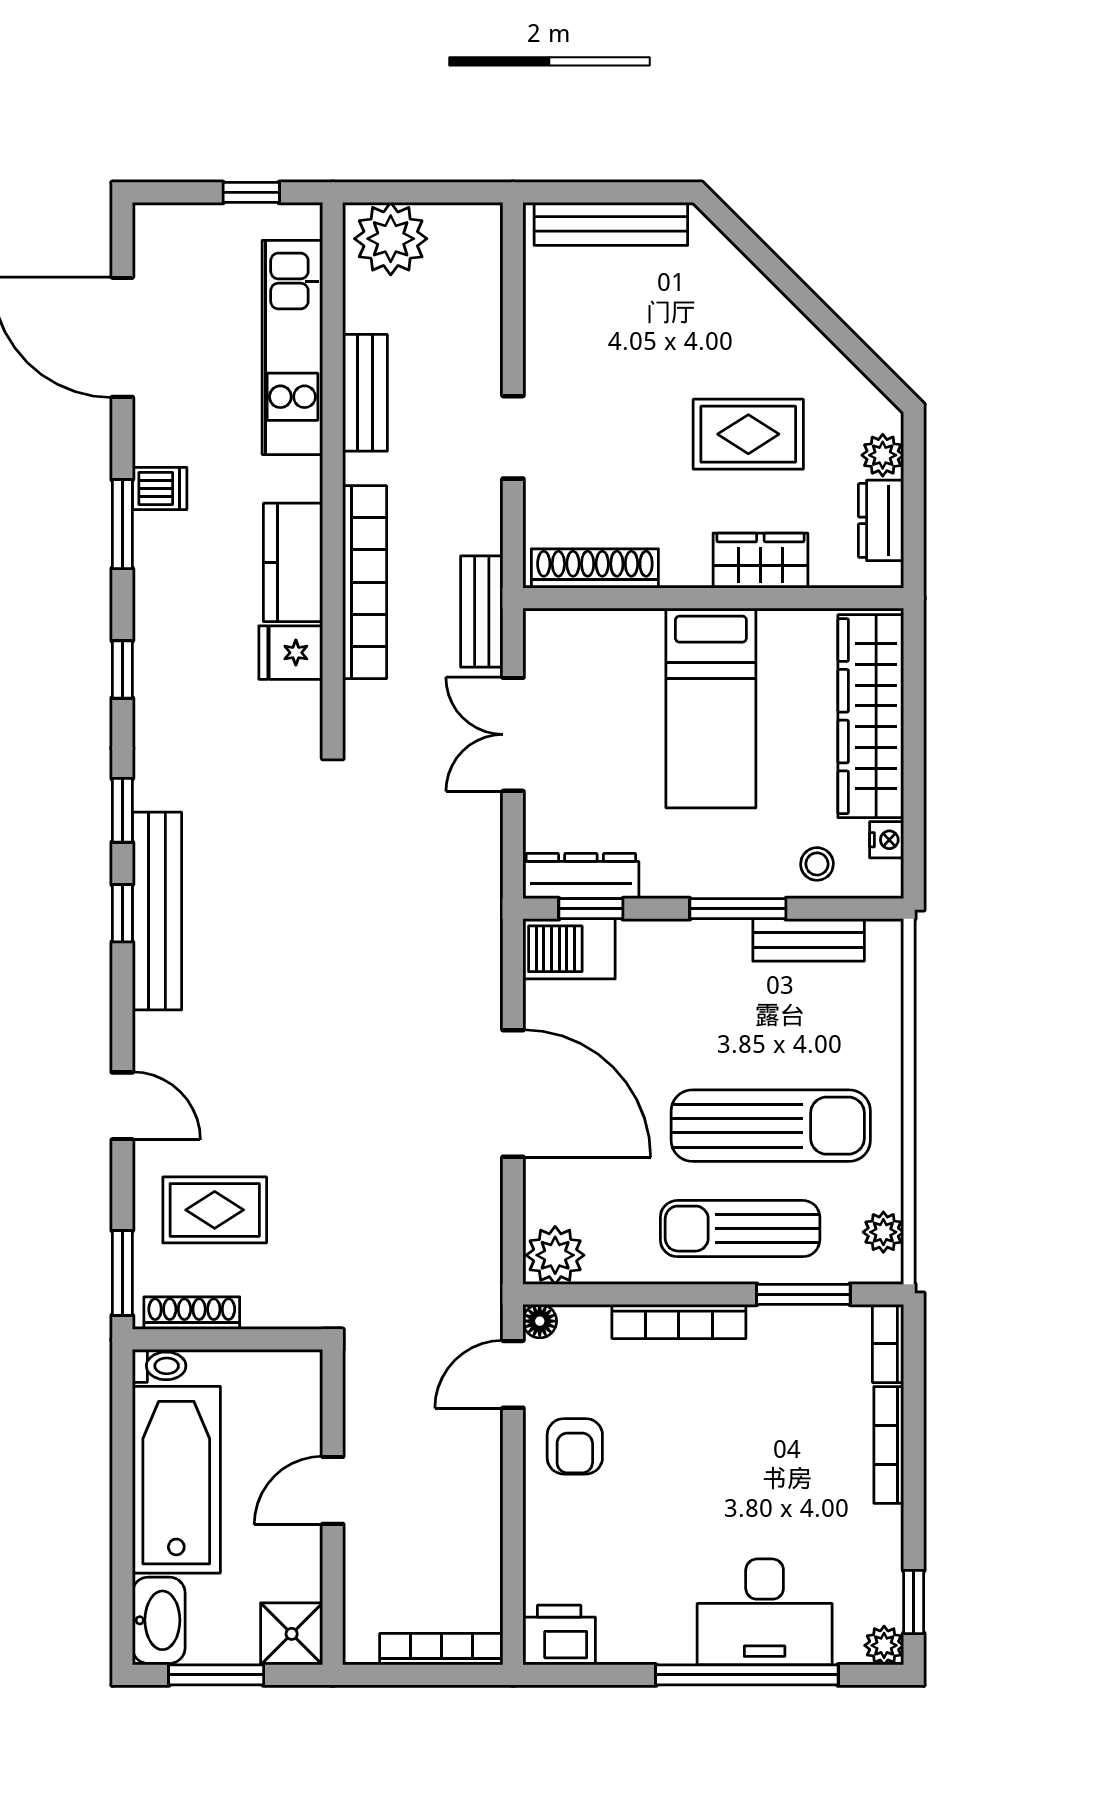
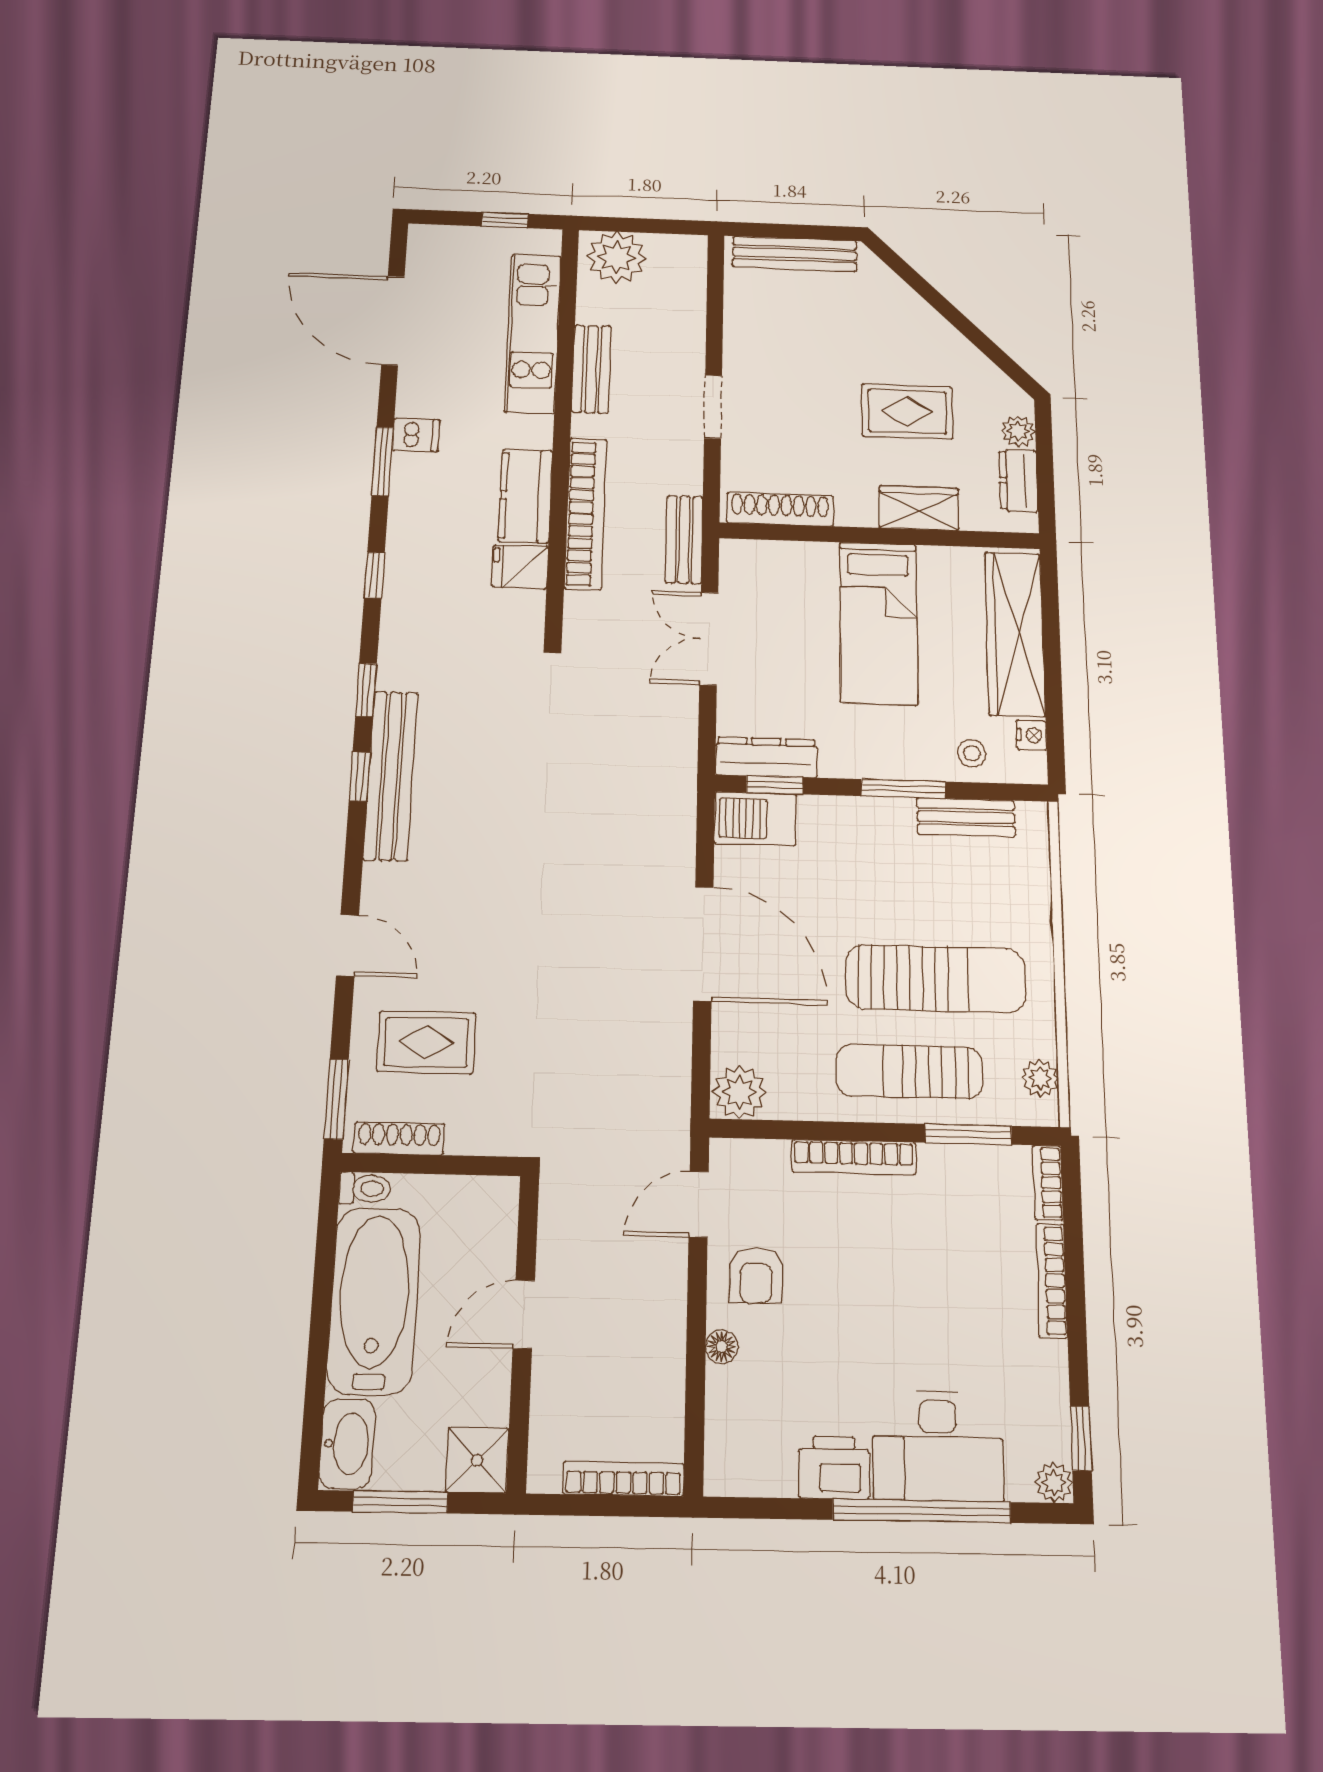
floor lamp: (540, 1321) -> (722, 1347), moved
printer: (559, 1635) -> (834, 1468), moved

